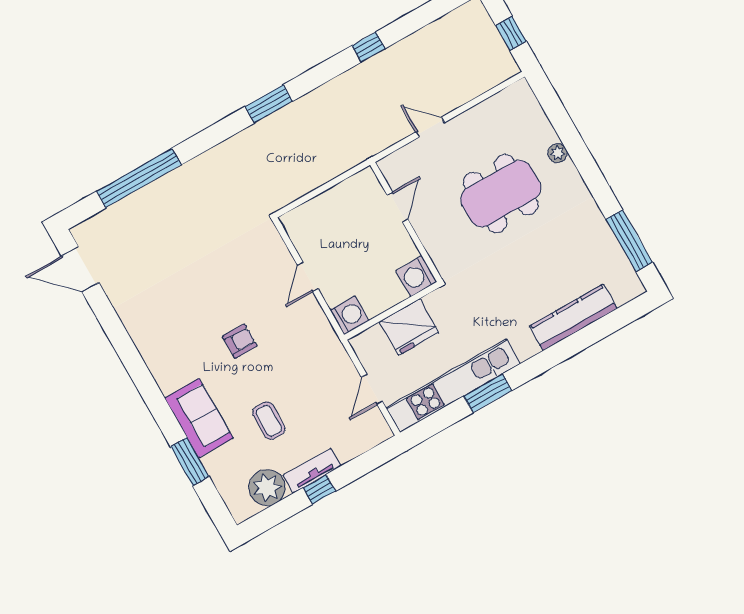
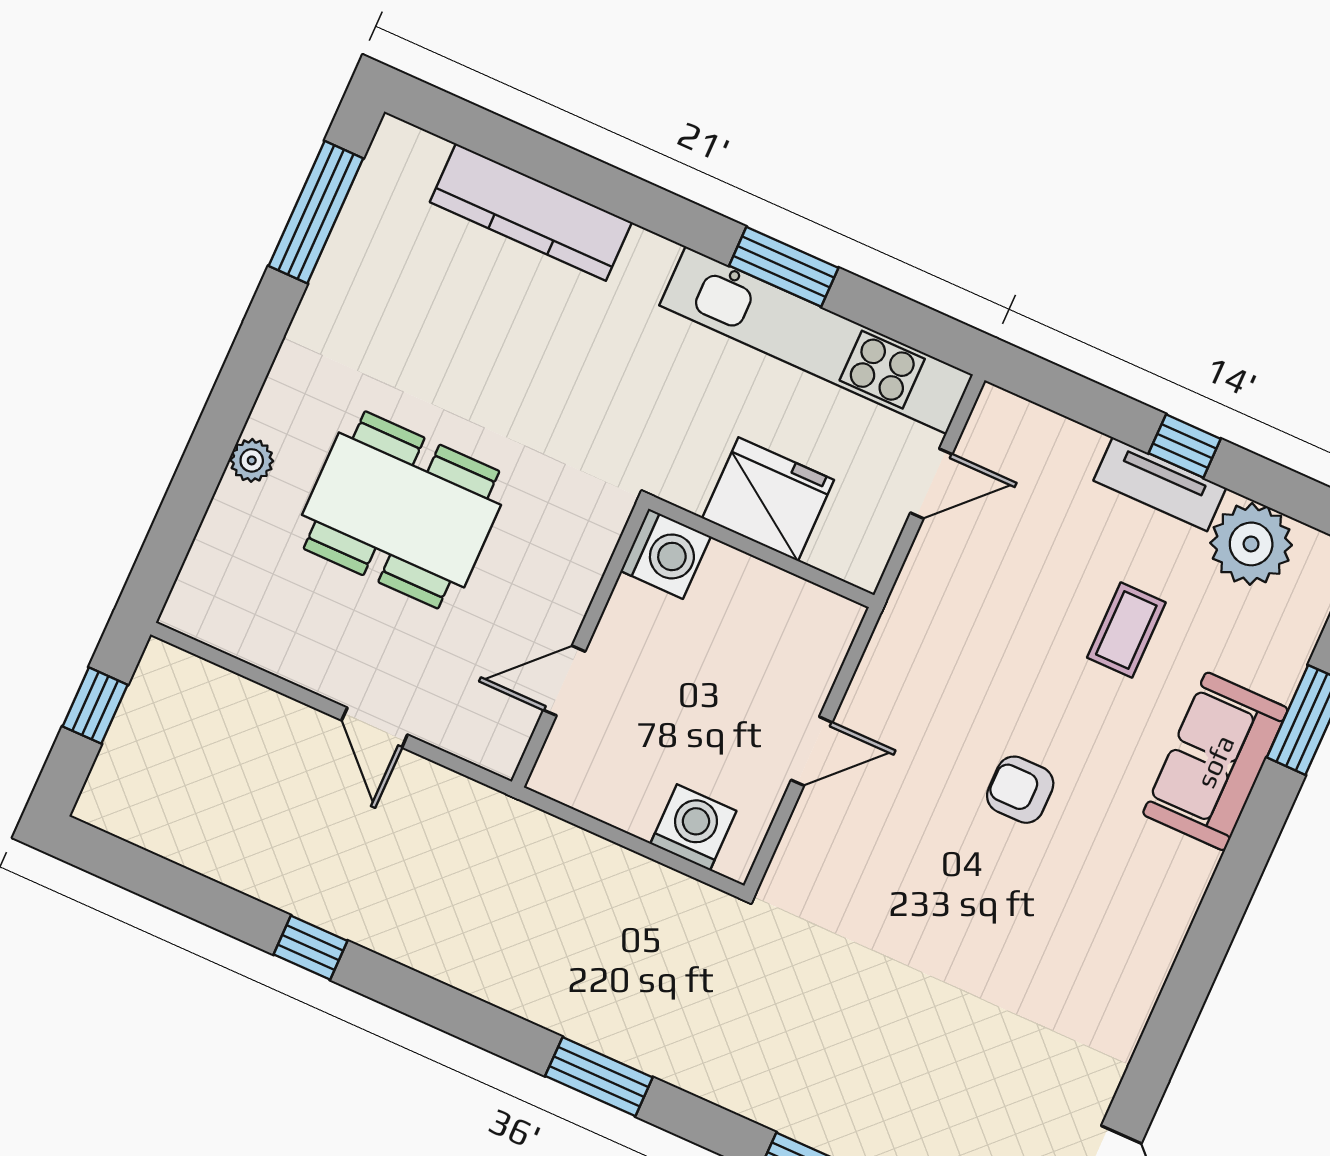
window: (269, 104) -> (599, 1077), moved
washing machine: (350, 315) -> (693, 827), moved, turned 90

